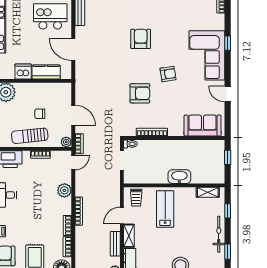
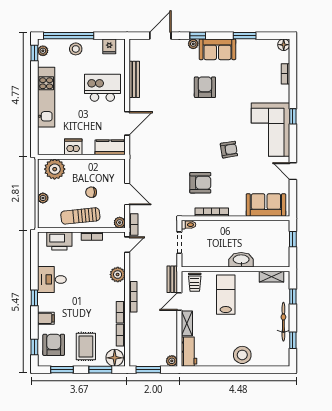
armchair: (141, 39) -> (205, 87), moved
door: (73, 50) -> (127, 123), swing flipped
kitchen counter: (46, 72) -> (110, 147), moved
armchair: (140, 93) -> (200, 183), moved
bench: (115, 244) -> (172, 279), moved

